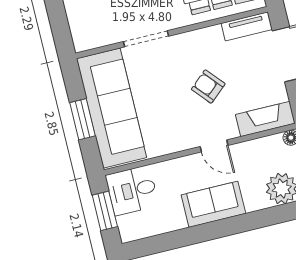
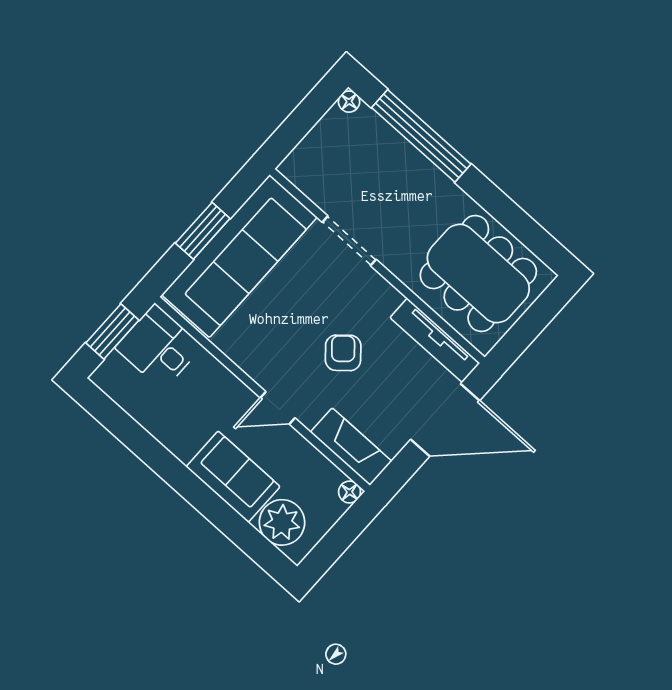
tv unit: (247, 26) -> (435, 340), width x1.41
door: (214, 146) -> (278, 408), hinge flipped
sofa: (213, 204) -> (233, 477), moved

